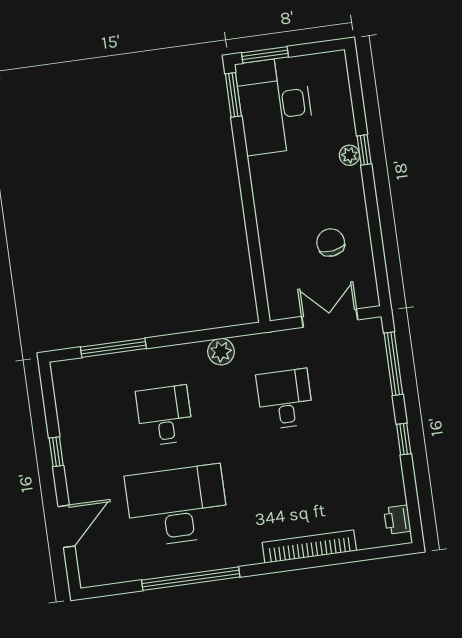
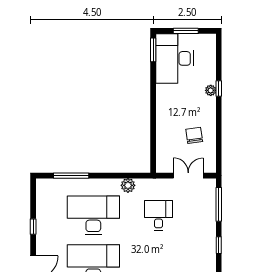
window: (265, 55) -> (186, 31), moved
desk: (165, 416) -> (93, 215), width x1.87, depth x1.30

